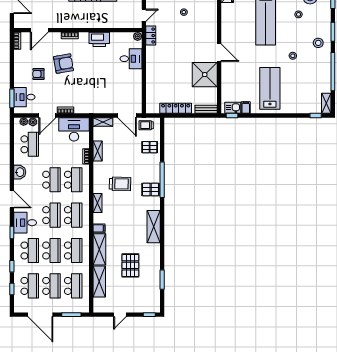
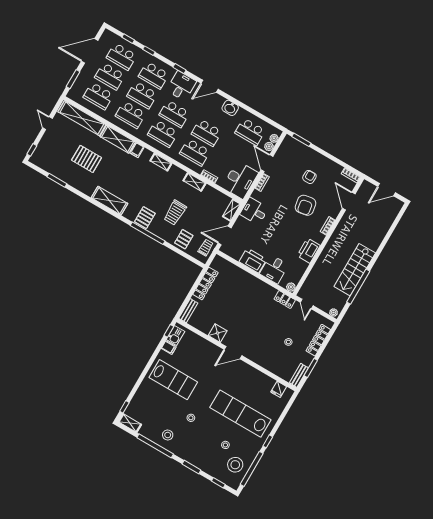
stool: (318, 43) -> (168, 435), moved
shower: (205, 75) -> (218, 333), width x0.54, depth x0.54
printer: (134, 80) -> (253, 261), added
desk: (24, 97) -> (254, 211), moved, turned -90
shelving: (98, 151) -> (194, 182), moved
trolley: (120, 184) -> (175, 213), moved
shelving: (99, 282) -> (82, 118), width x1.47

